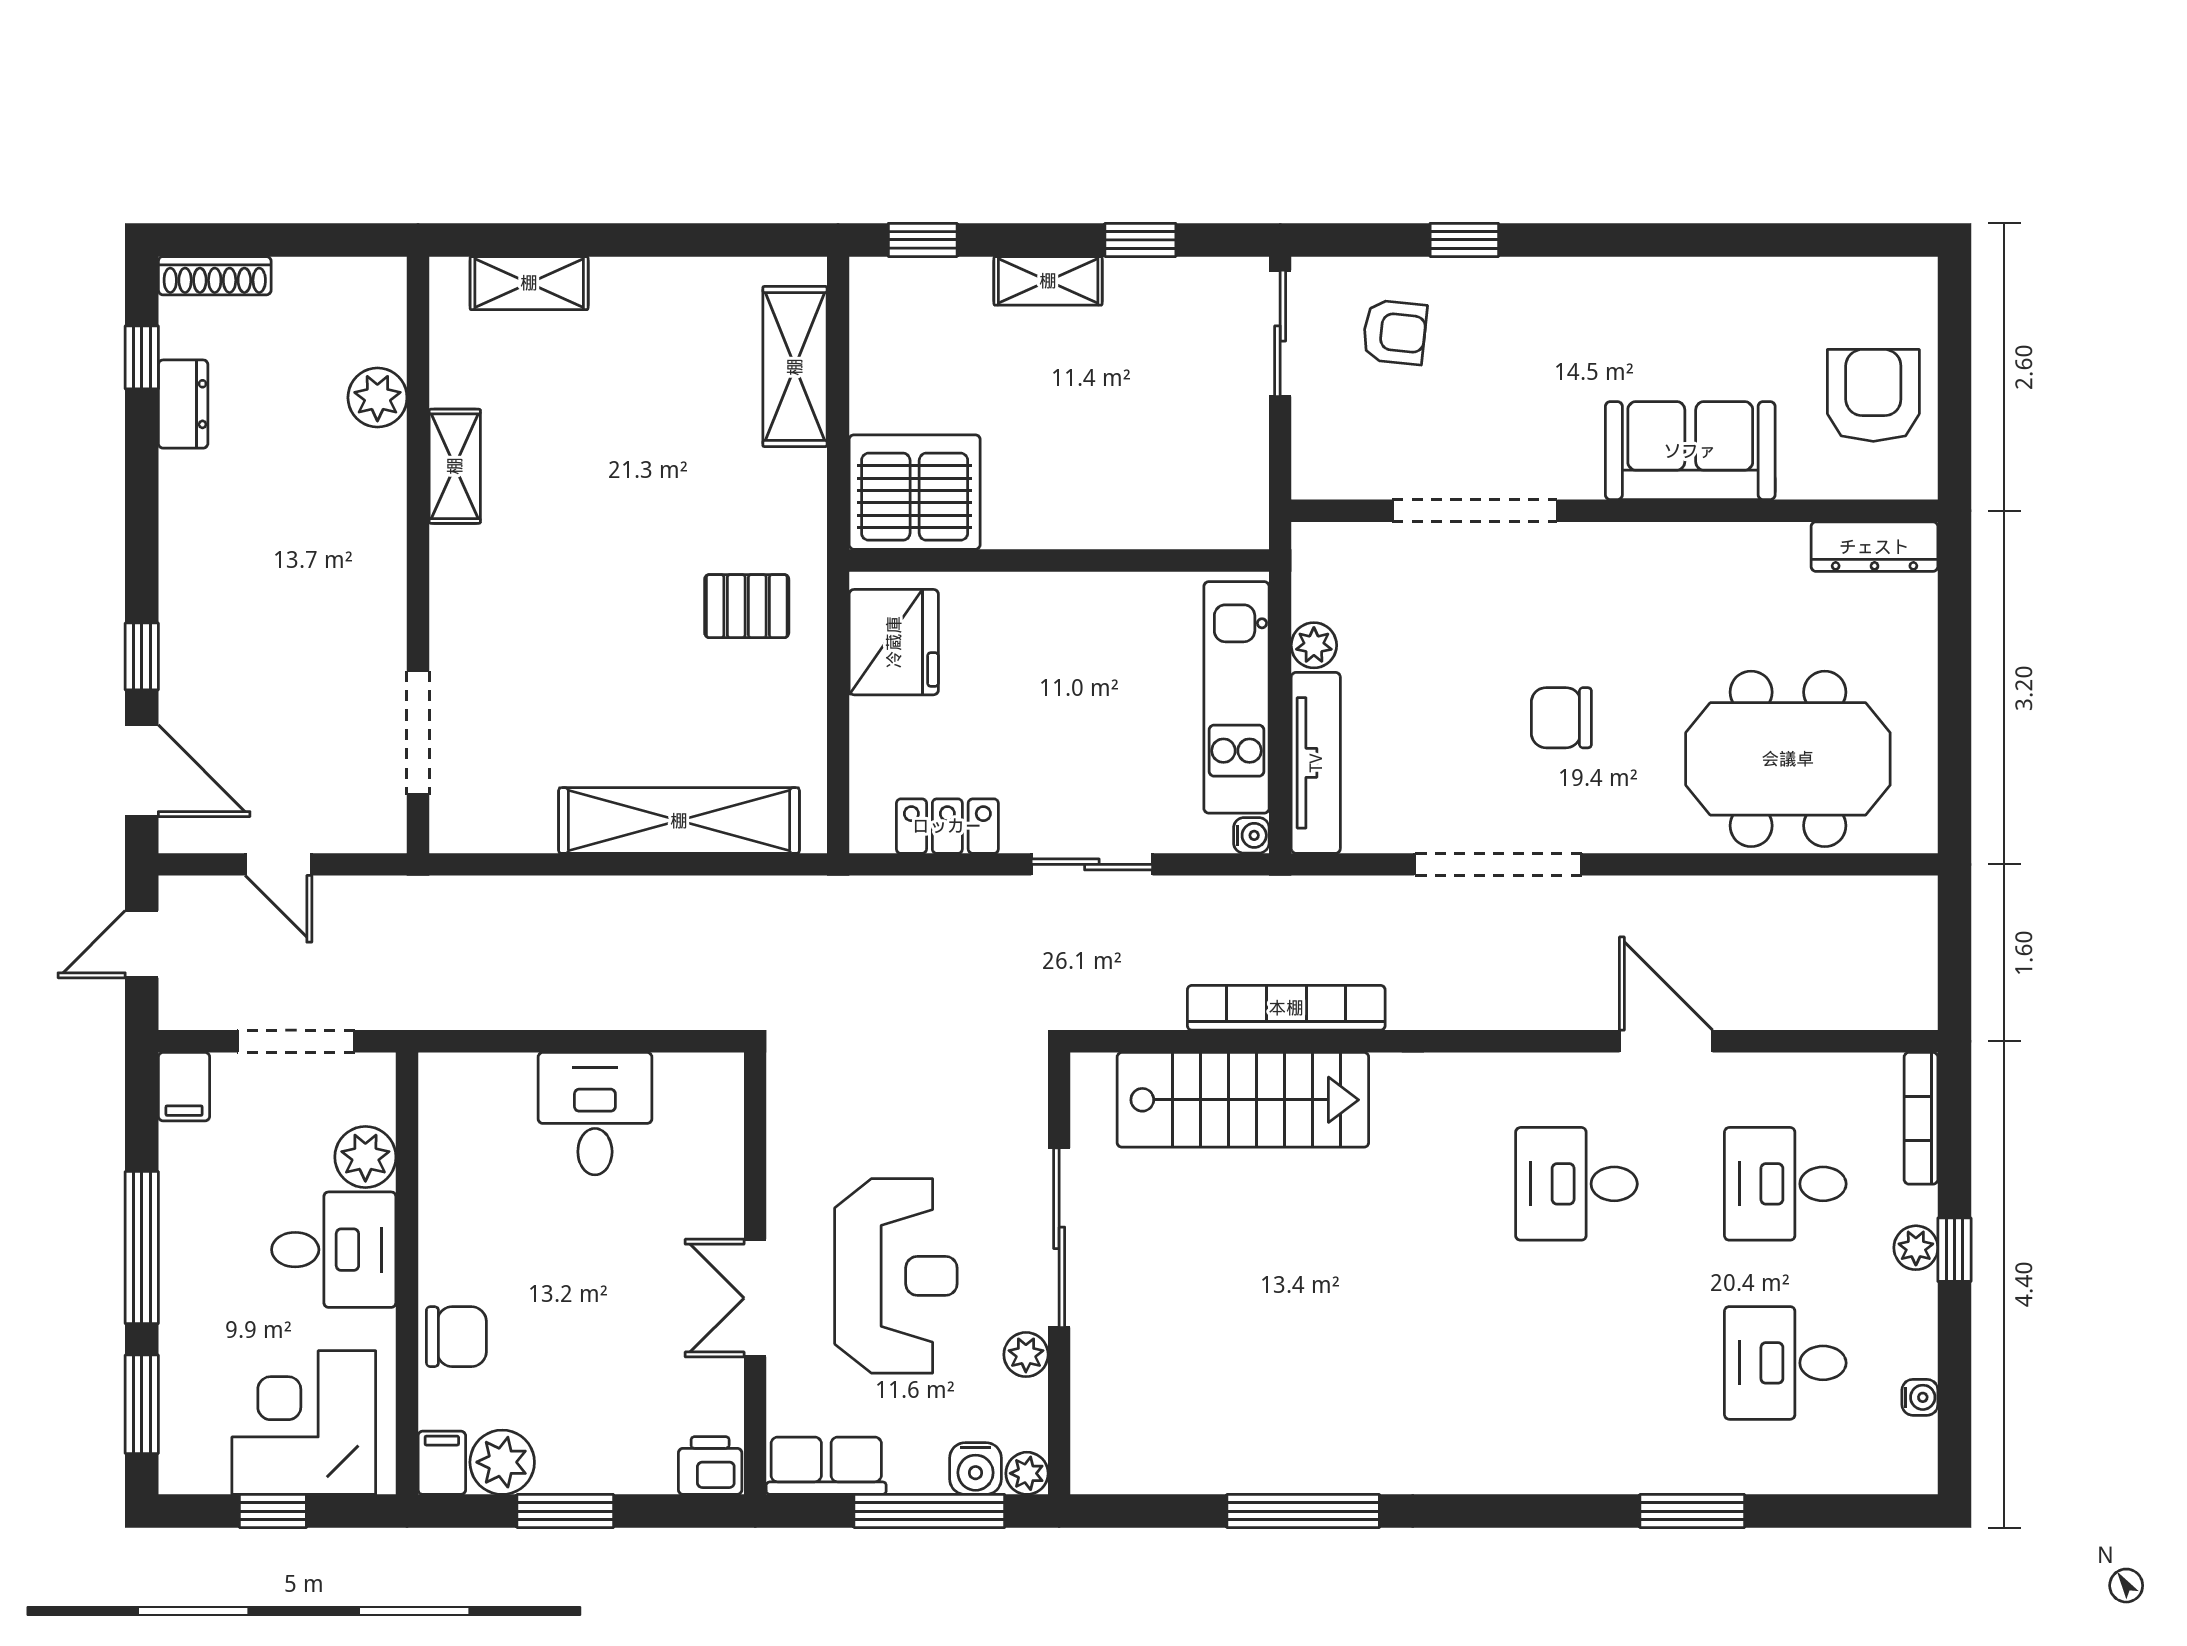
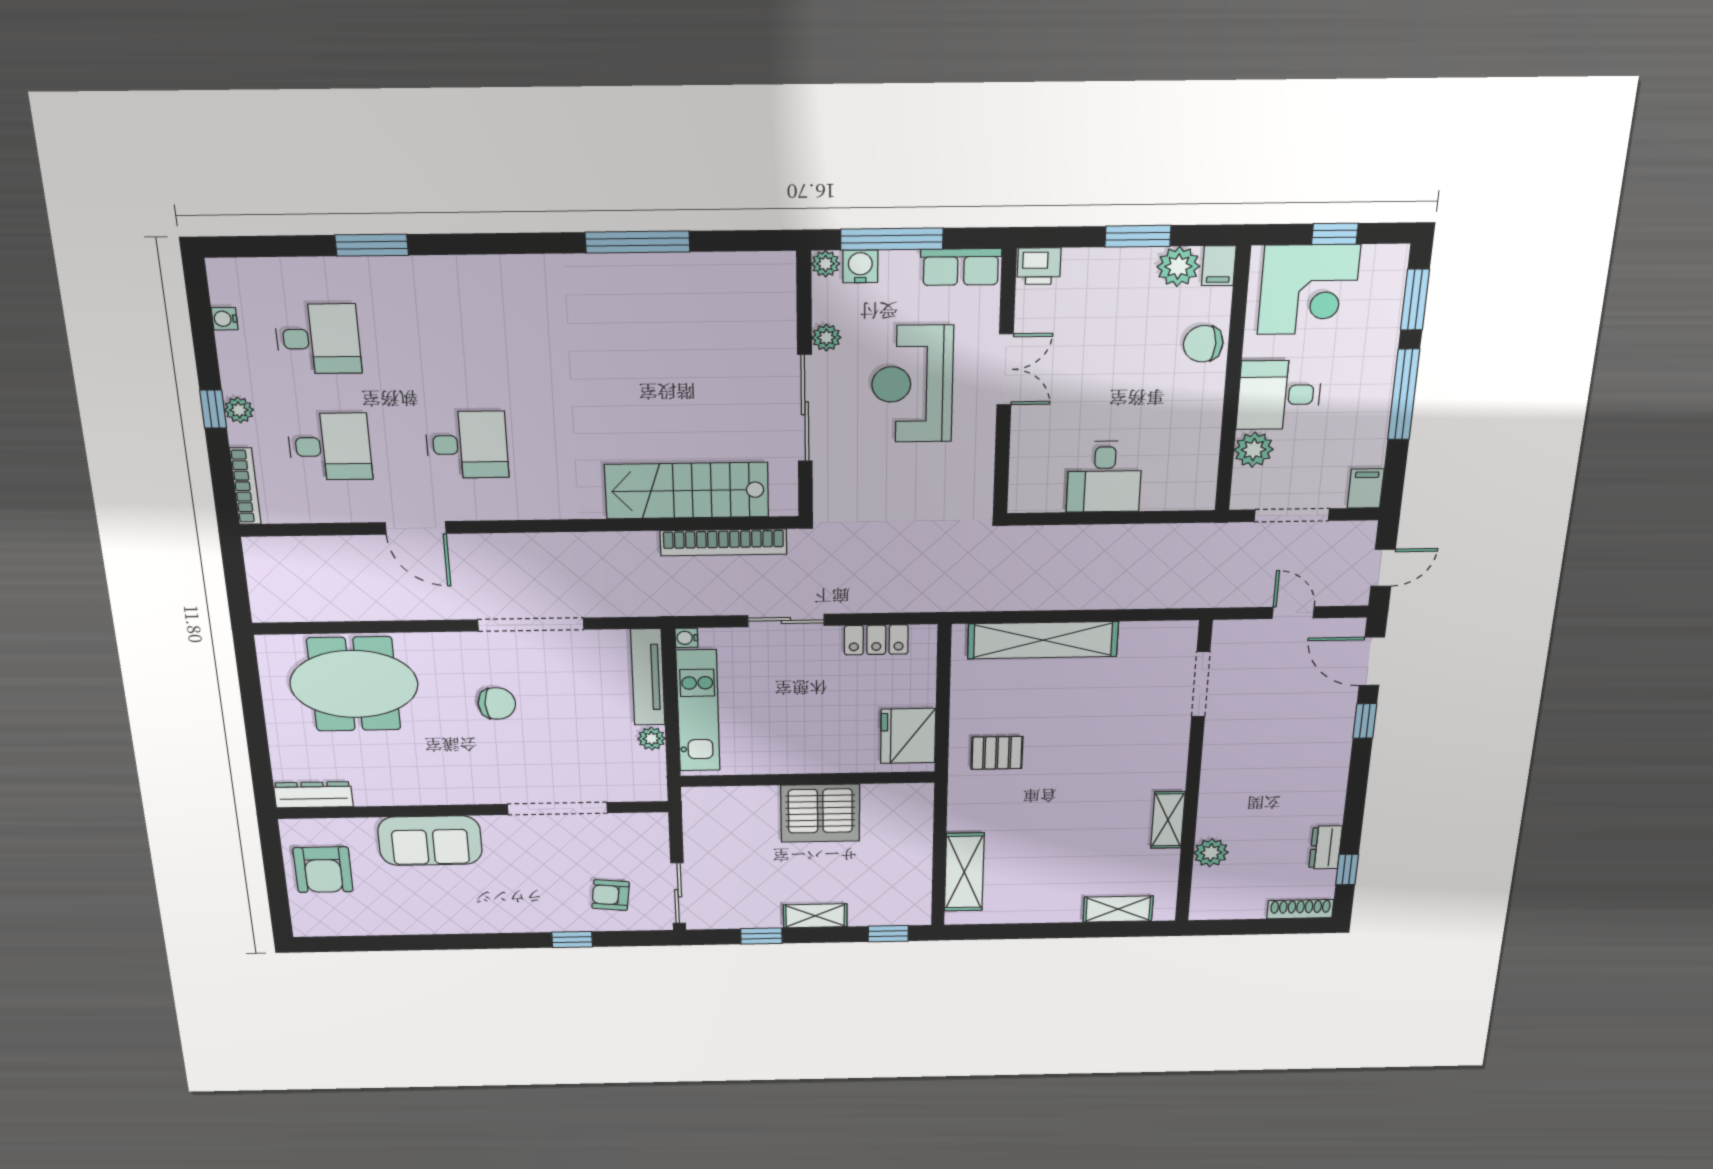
server rack: (915, 492) -> (820, 813), moved
bookcase: (1286, 1008) -> (723, 542), moved

